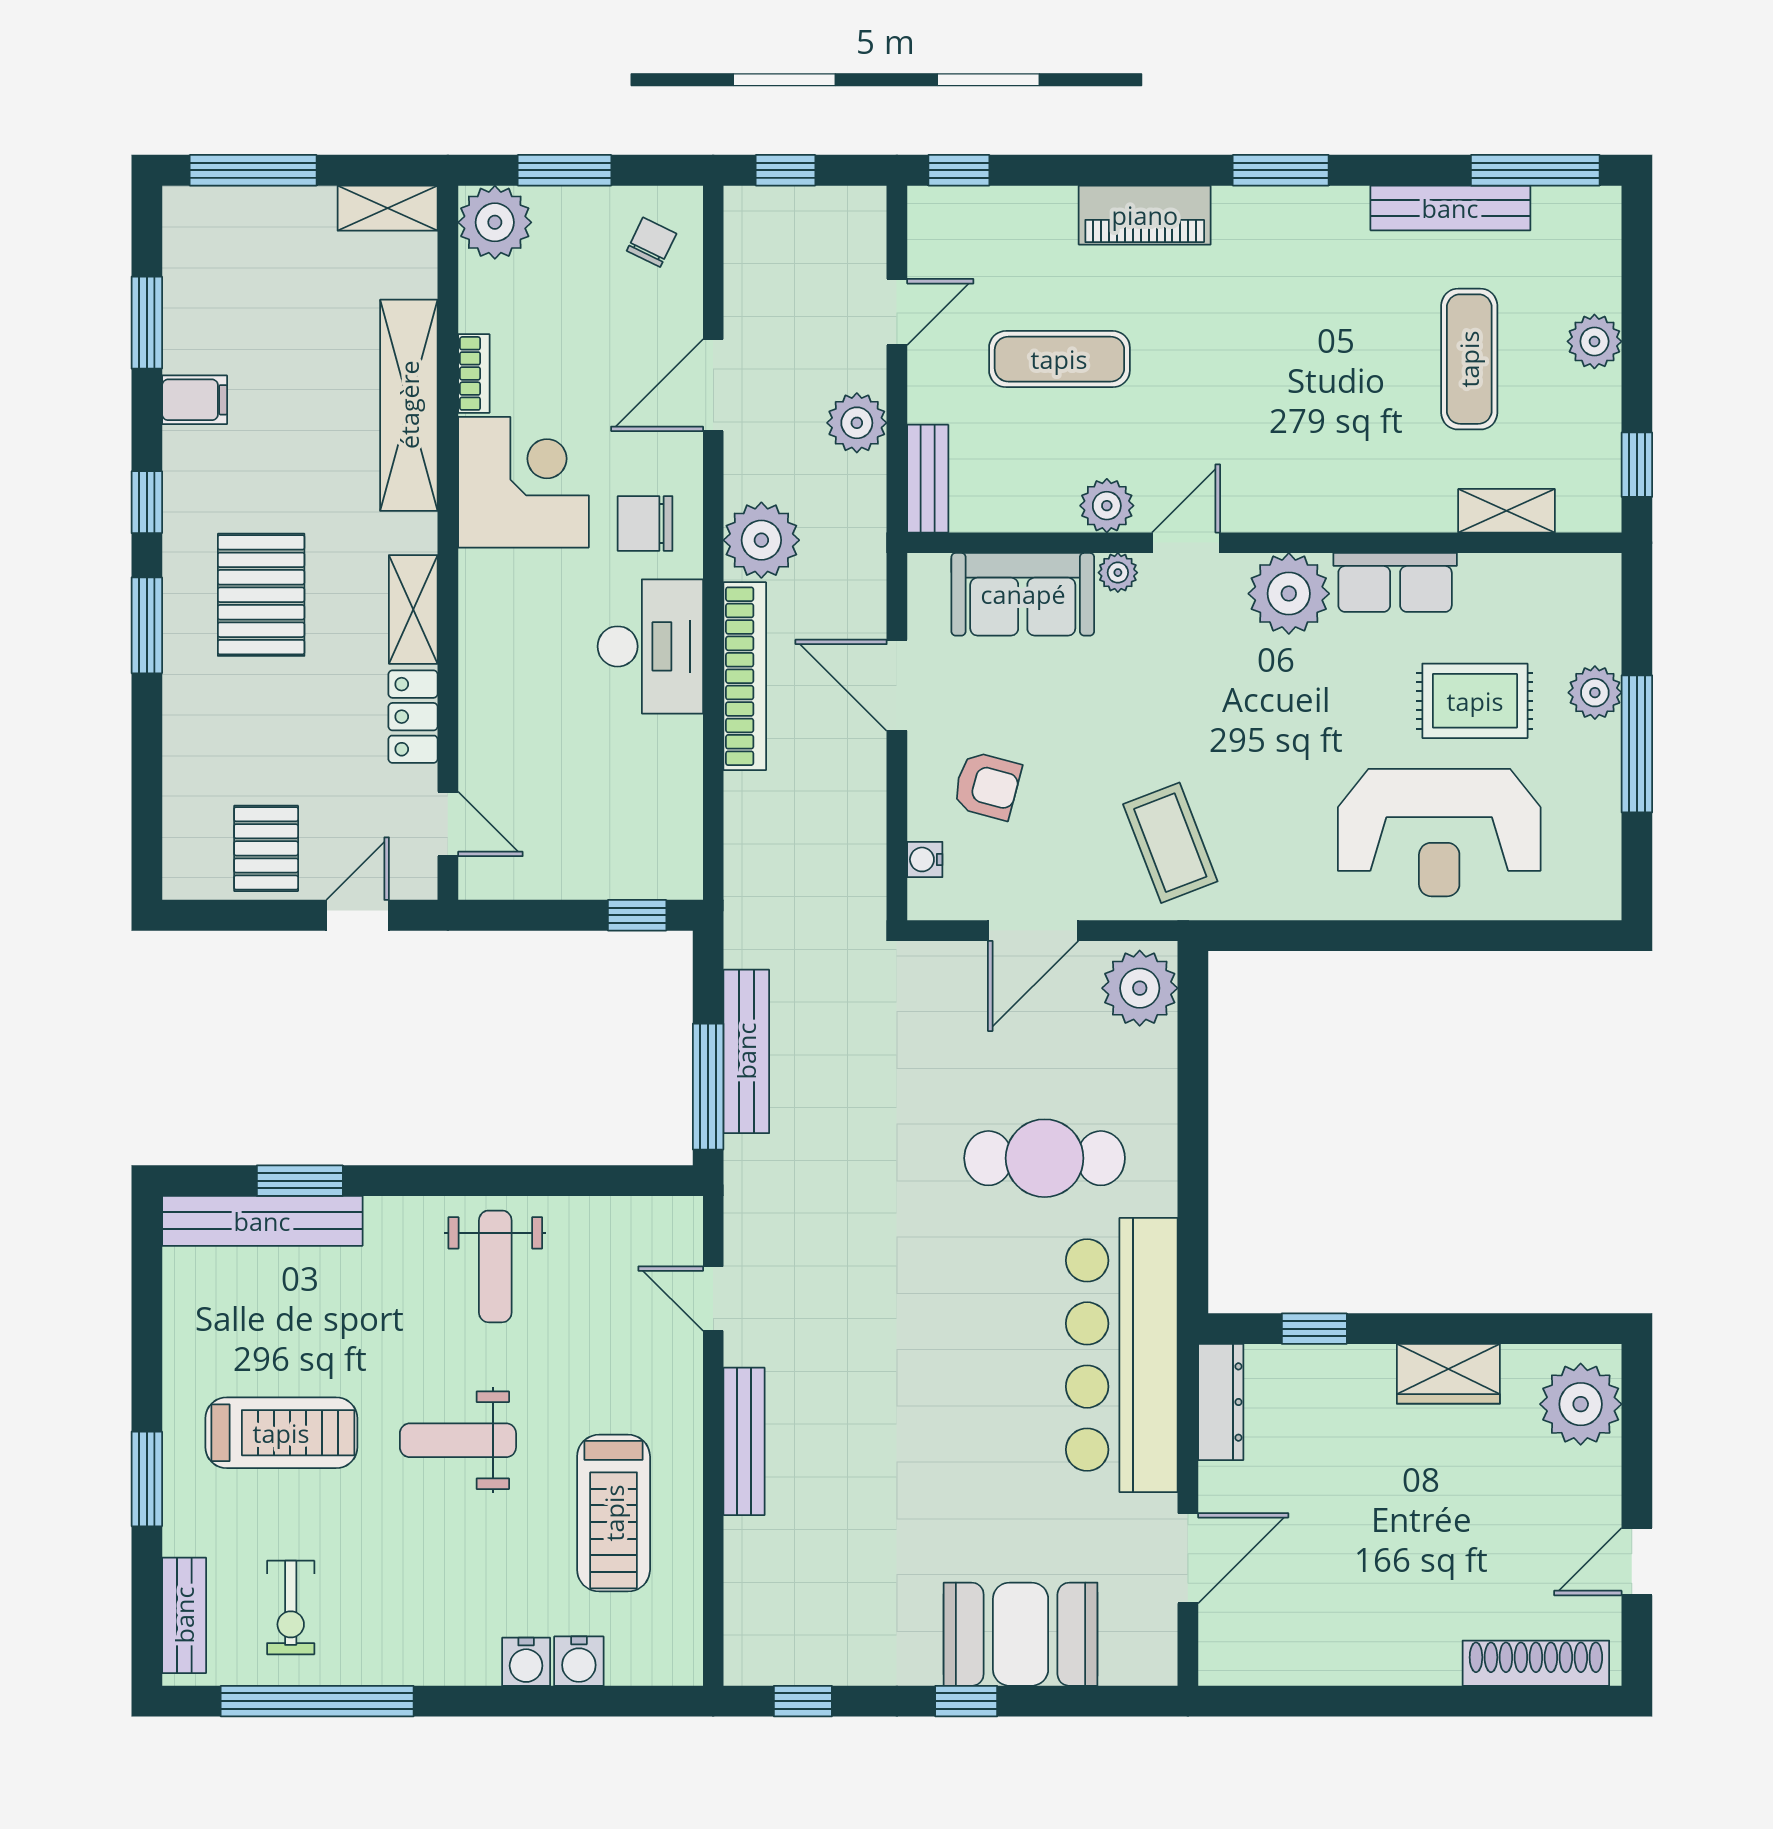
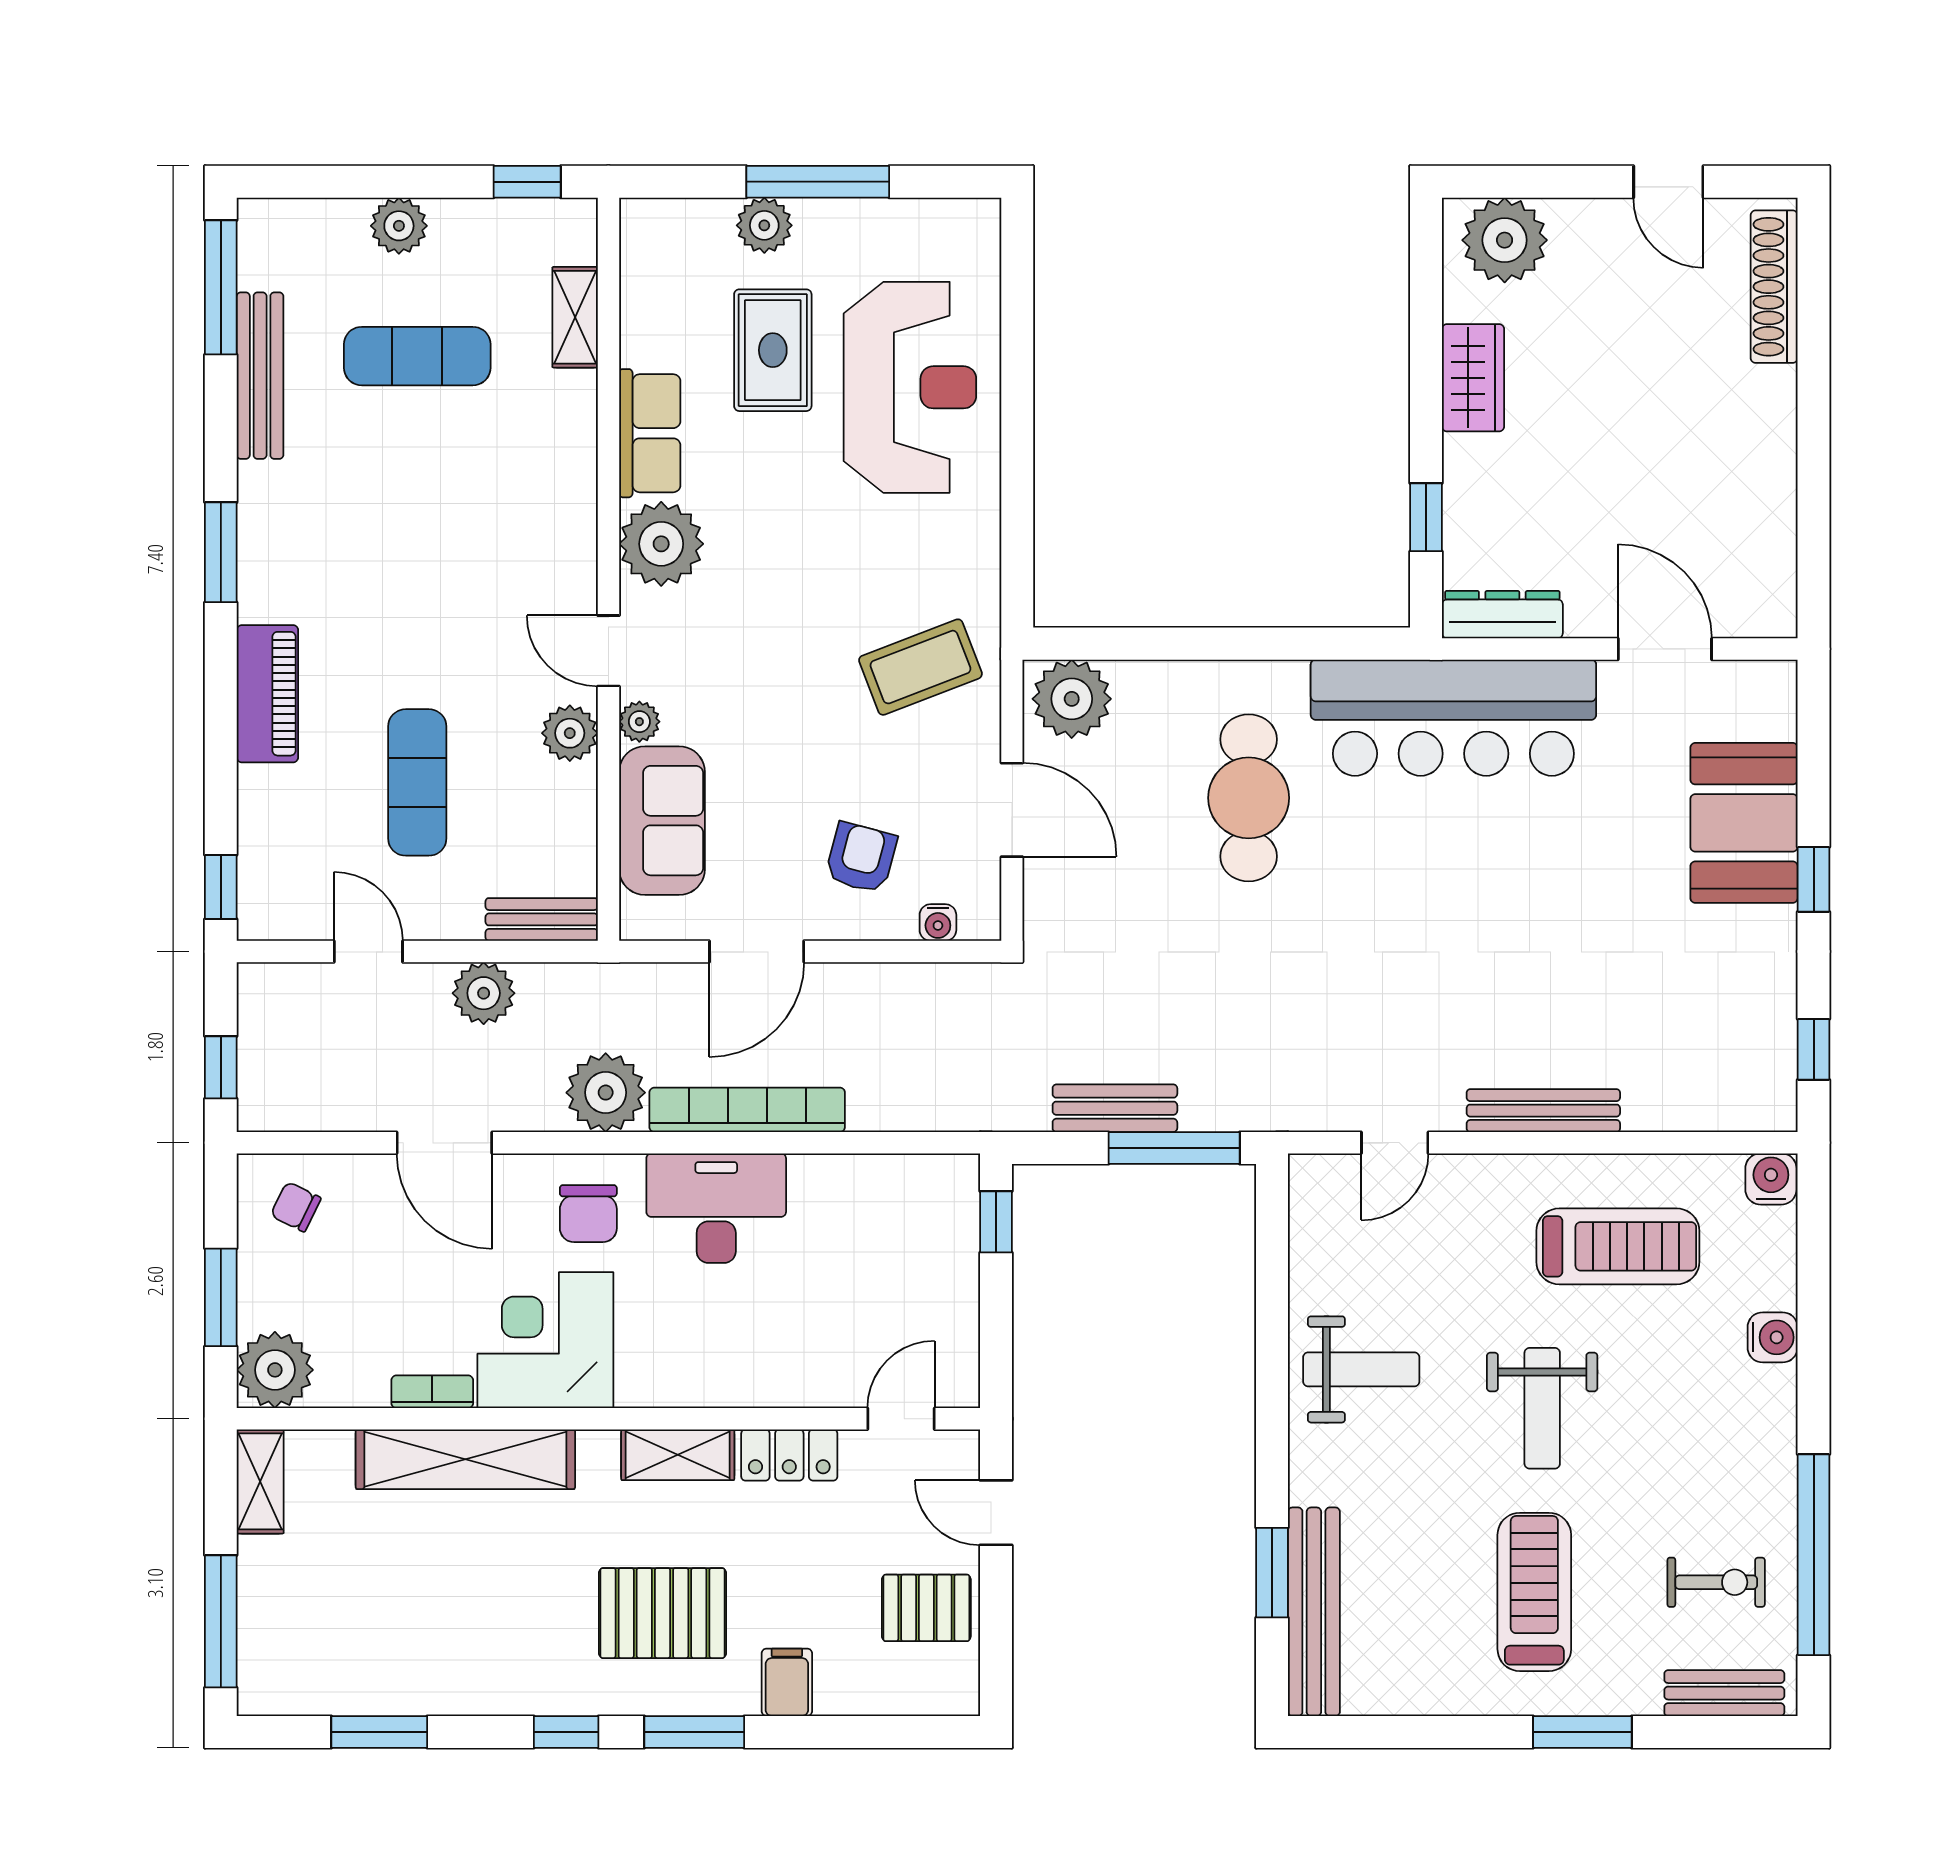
filing cabinet: (195, 400) -> (787, 1682), moved
bench: (746, 1051) -> (1115, 1108), width x0.73
water cooler: (579, 1661) -> (1771, 1179), moved, turned -90

